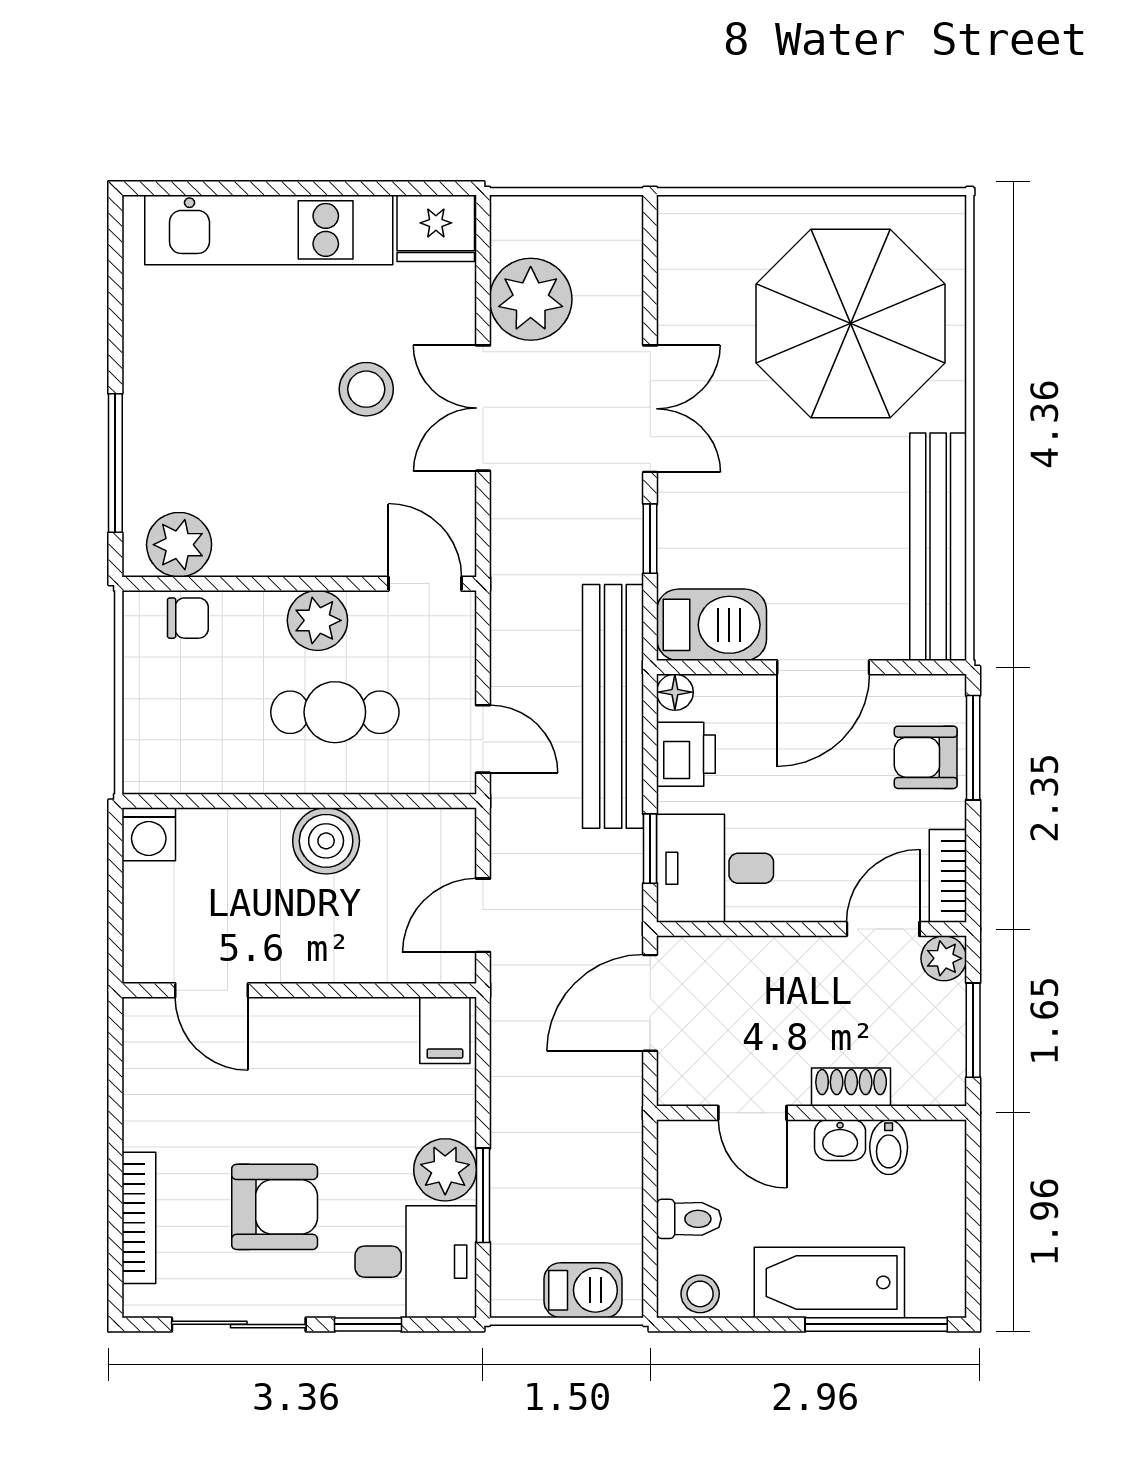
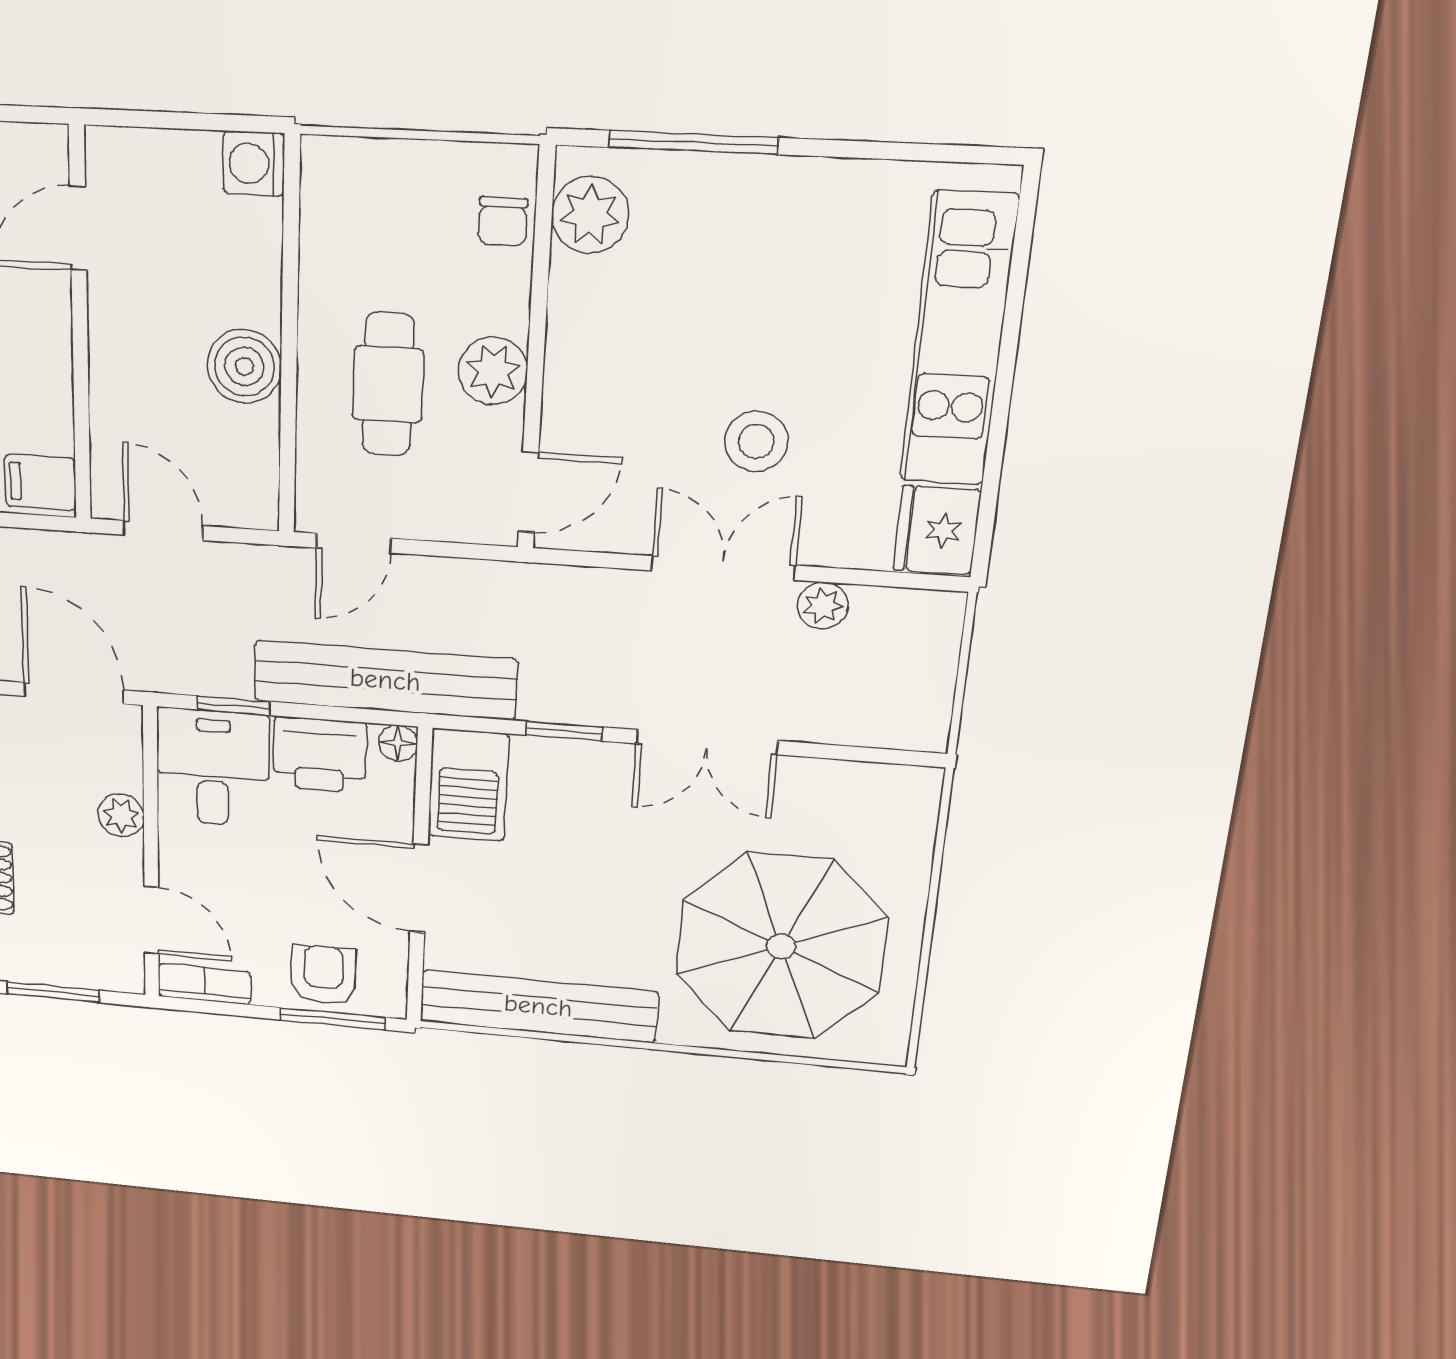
plant: (531, 299) -> (823, 606), width x0.53, depth x0.53
printer: (686, 754) -> (320, 755), width x1.36, depth x1.24
plant: (944, 958) -> (121, 815), moved

